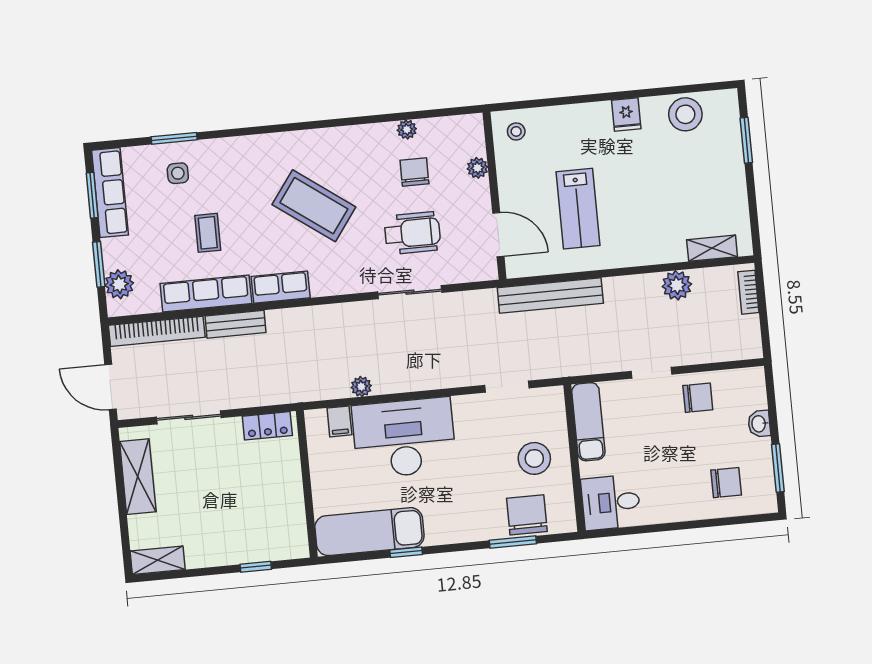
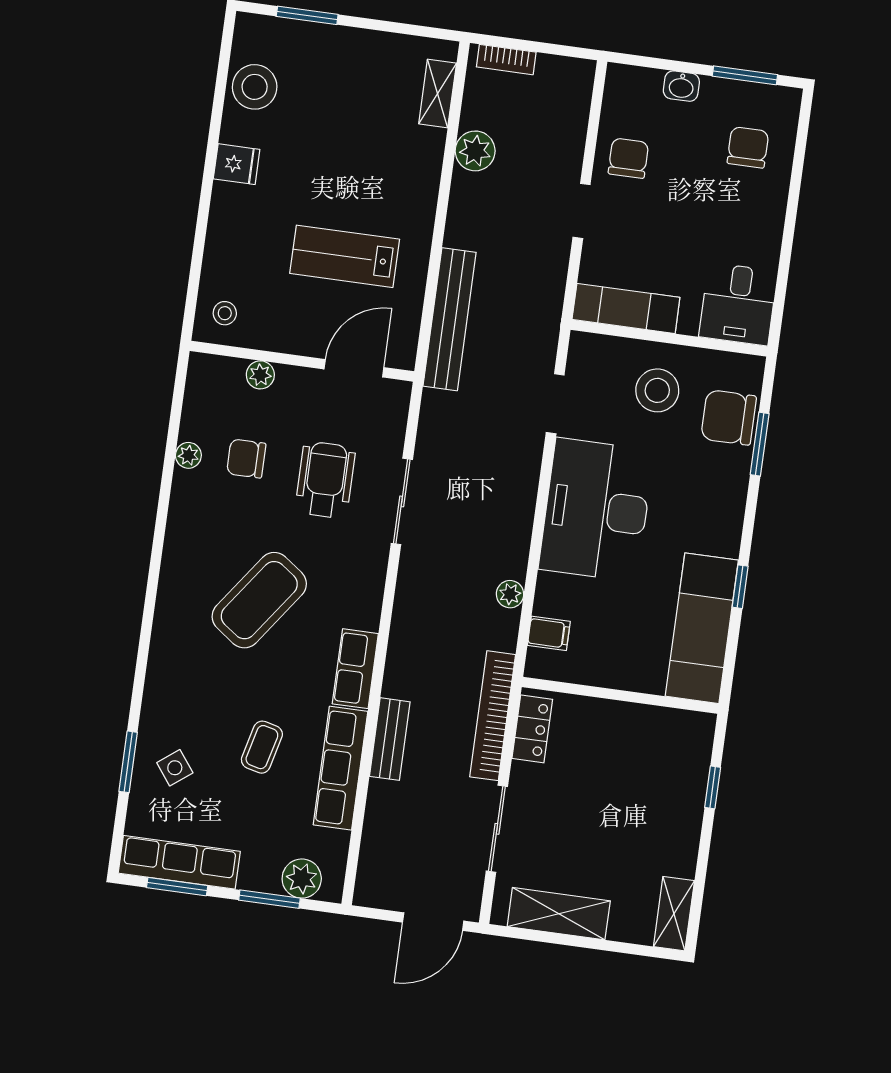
side table: (178, 173) -> (175, 768), turned -37
lab bench: (578, 209) -> (345, 256), turned 180
coffee table: (208, 233) -> (262, 747), turned -76
bookcase: (157, 331) -> (493, 716), moved, turned 180
desk: (404, 438) -> (596, 510), moved

